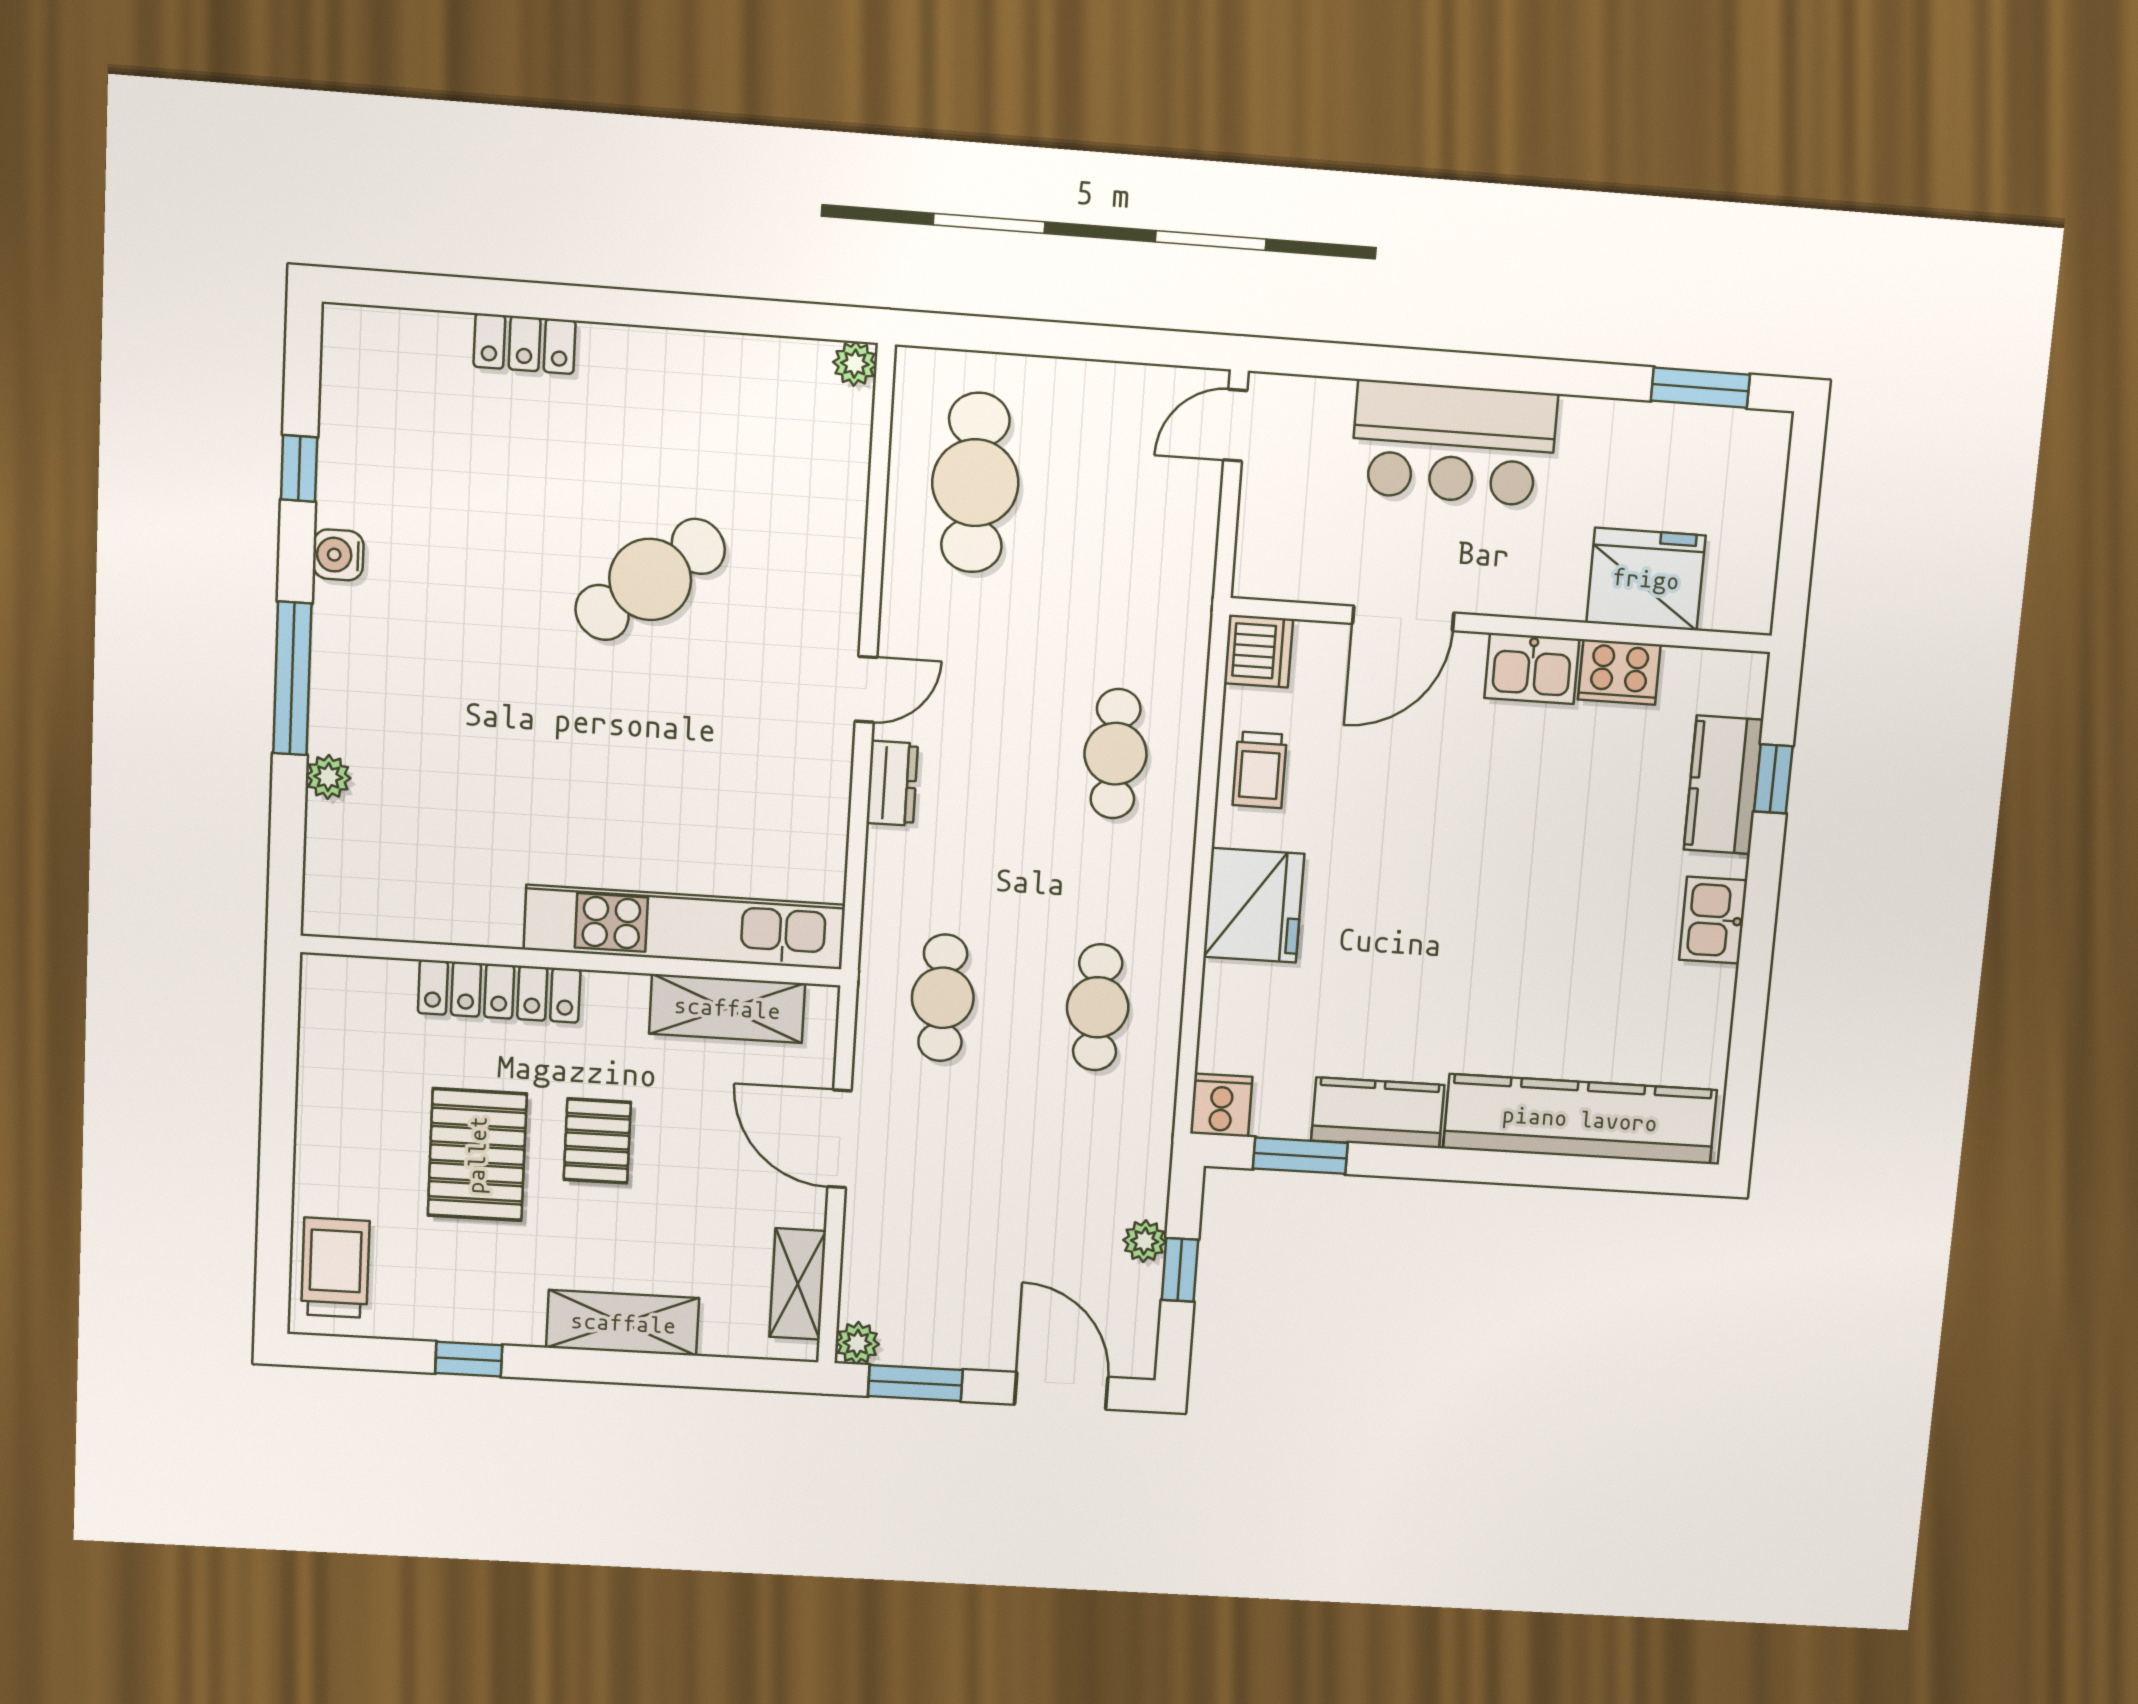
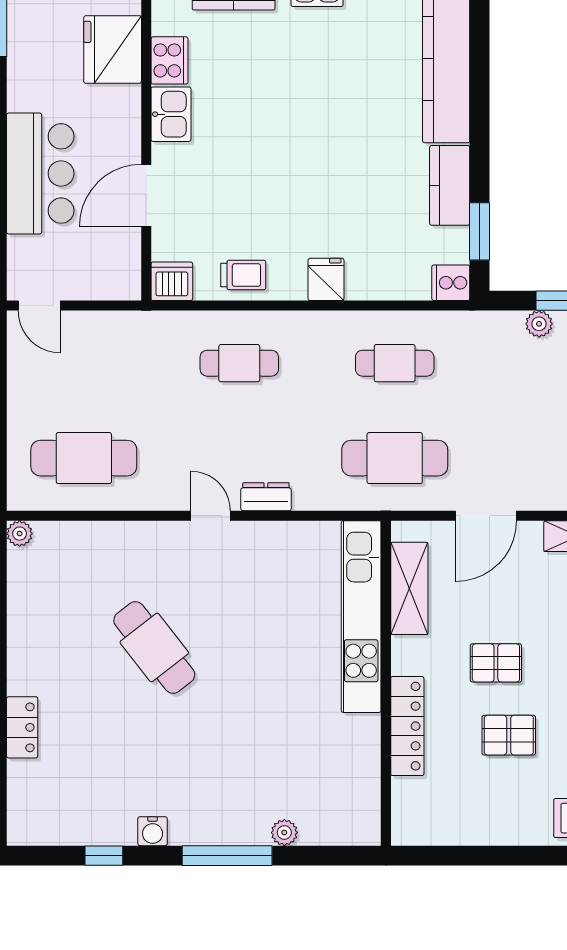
door: (1403, 618) -> (146, 195), swing flipped
fridge: (1254, 905) -> (326, 279), width x0.53, depth x0.75
cafe table: (943, 998) -> (395, 458), width x1.37, depth x1.35
pallet: (477, 1155) -> (509, 735), width x0.67, depth x0.71

